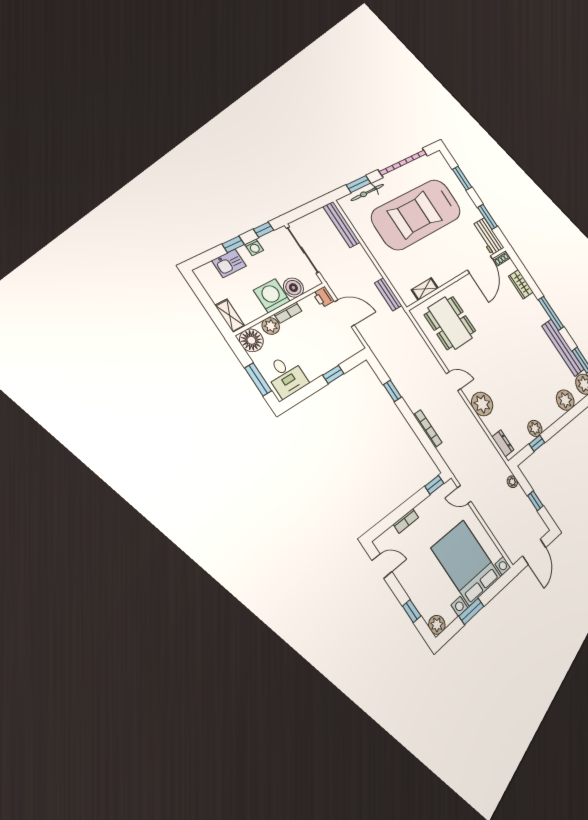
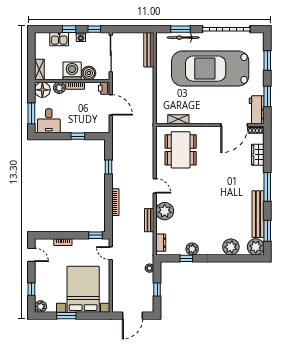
bench: (388, 294) -> (149, 220), moved

